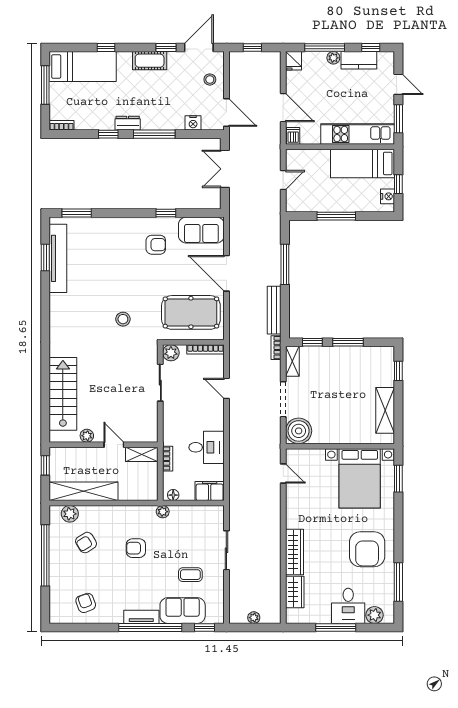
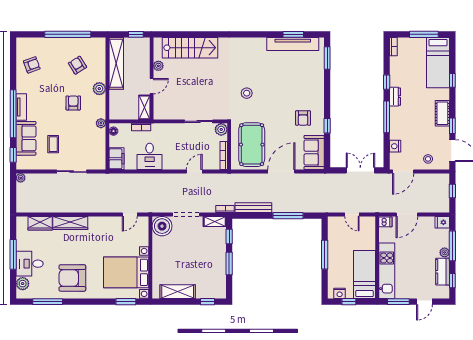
plant: (70, 514) -> (99, 89), moved
plant: (254, 618) -> (21, 178), moved

